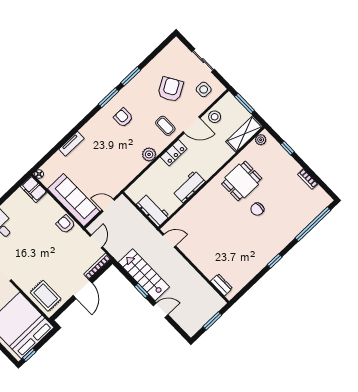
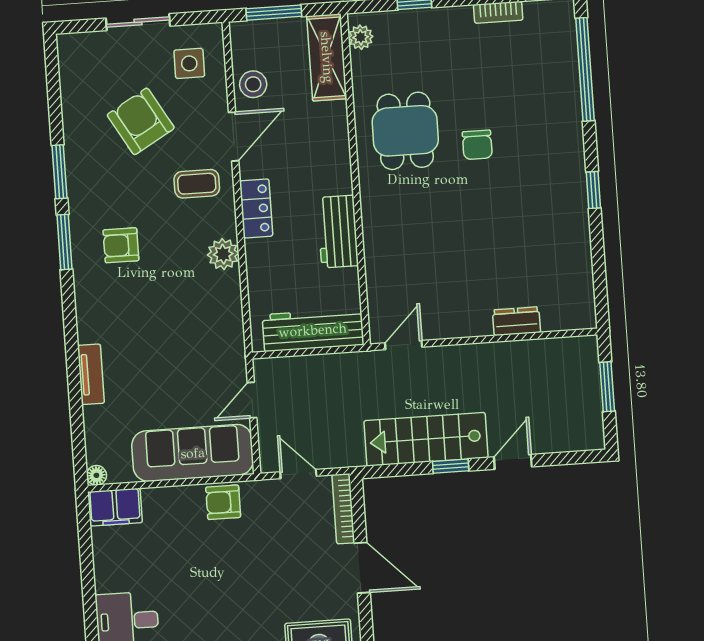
workbench: (153, 210) -> (313, 330), width x1.38
dresser: (221, 285) -> (517, 321), moved

